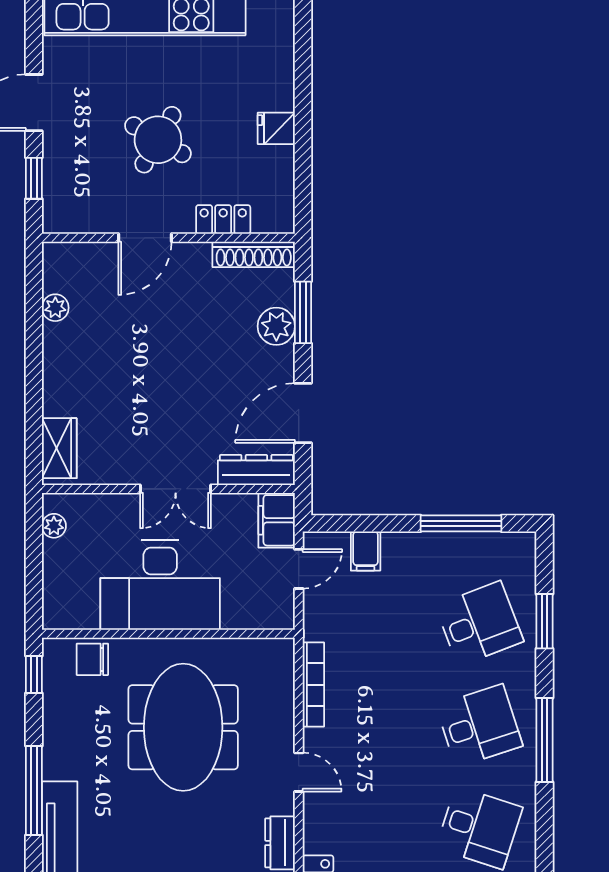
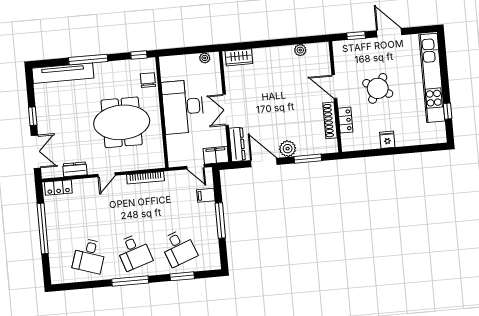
shoe rack: (254, 254) -> (330, 120), moved
plant: (276, 326) -> (288, 149), moved
window: (461, 523) -> (220, 221), moved

